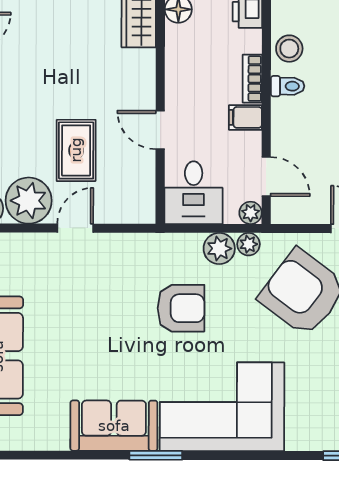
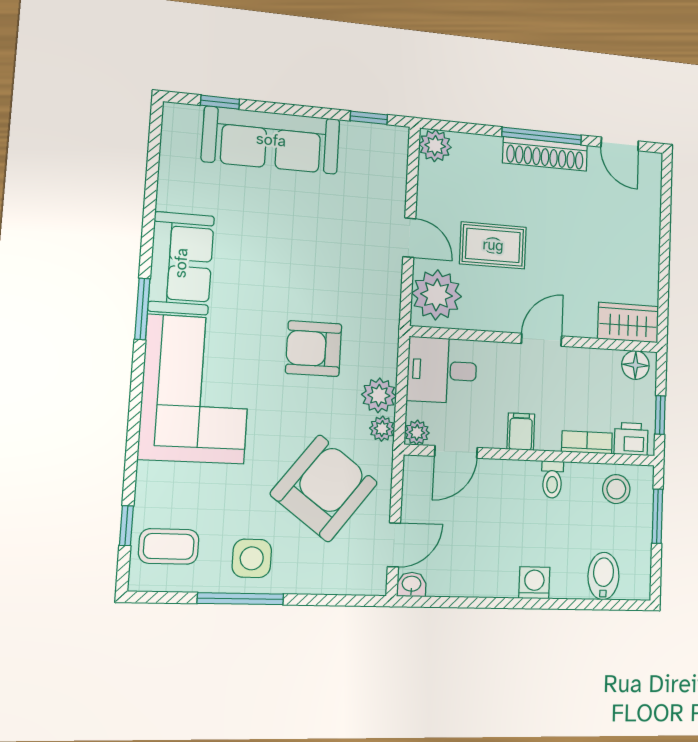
stool: (289, 49) -> (616, 489), moved
bookcase: (252, 79) -> (587, 442), moved
door: (160, 130) -> (542, 340), moved
plant: (29, 201) -> (437, 295), moved
armchair: (181, 308) -> (314, 349), turned 90

